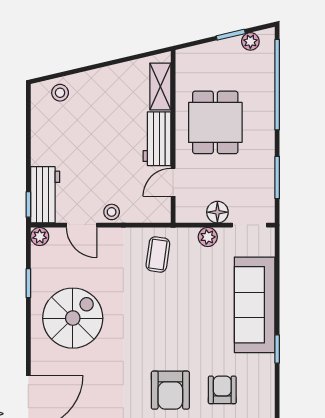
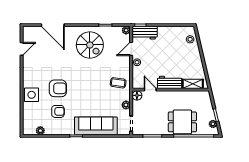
dining table: (215, 122) -> (182, 122), moved
floor lamp: (217, 212) -> (137, 95), moved
armchair: (170, 390) -> (58, 88), turned 180

